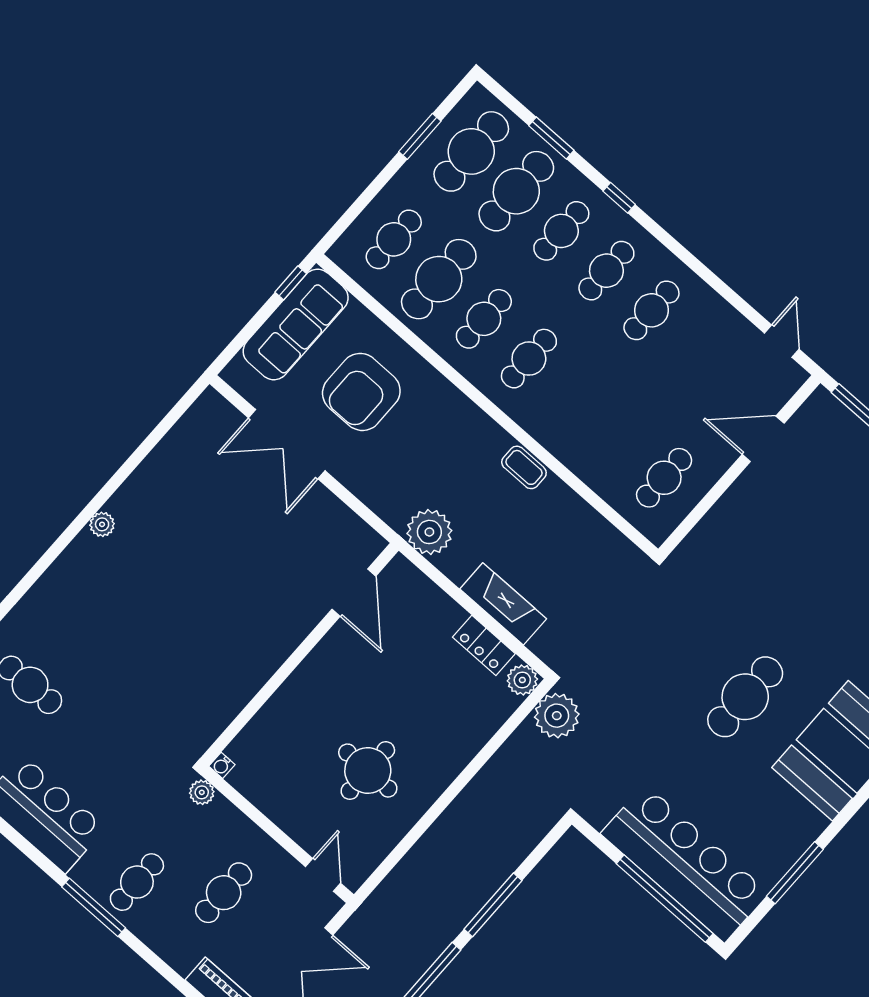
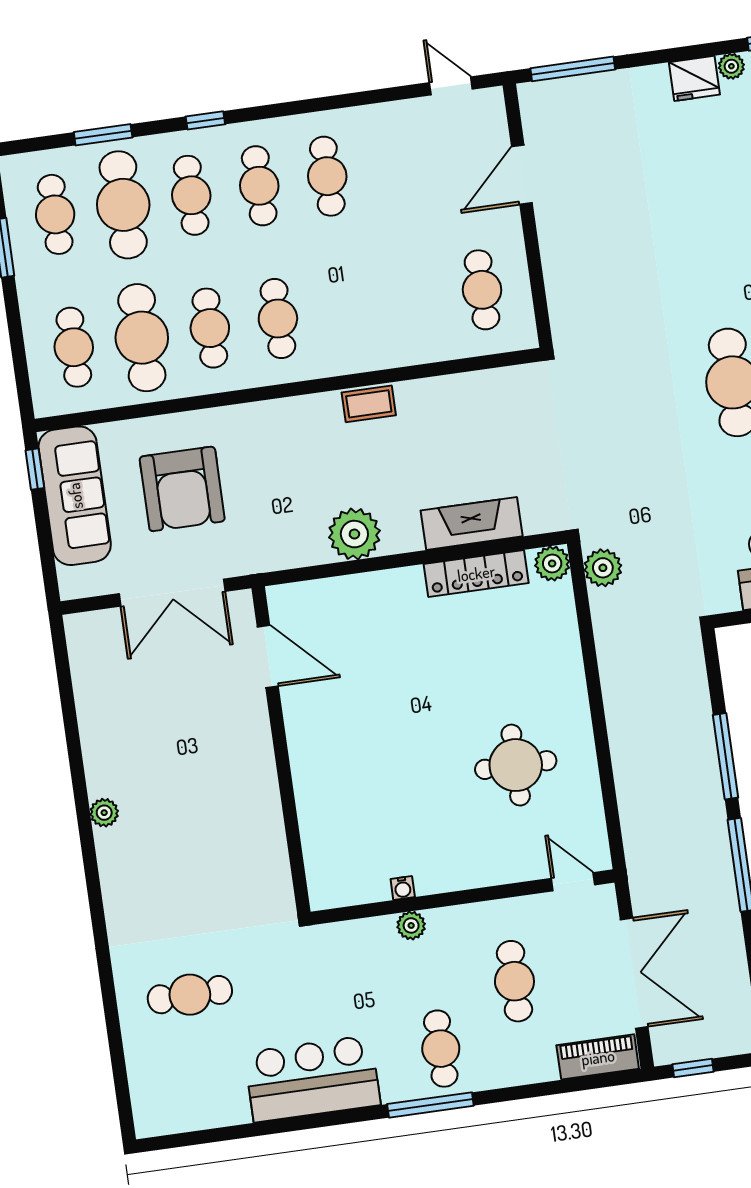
cafe table: (471, 151) -> (55, 214), width x0.73, depth x0.74
door: (354, 593) -> (268, 656), moved
locker: (484, 645) -> (476, 573), width x1.53
wall: (299, 655) -> (281, 750), moved
plant: (557, 716) -> (603, 568), width x0.73, depth x0.73

